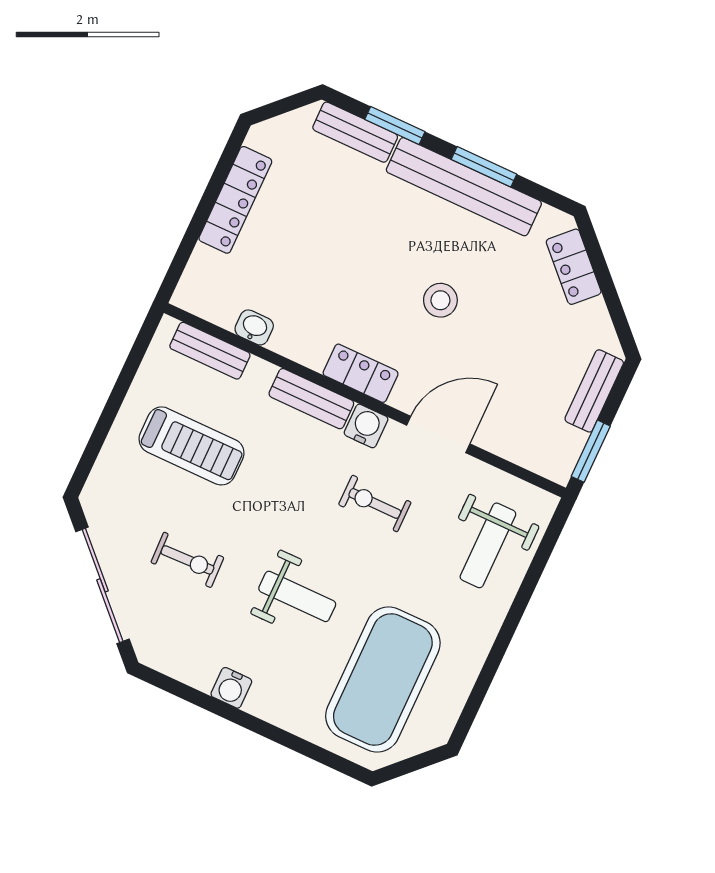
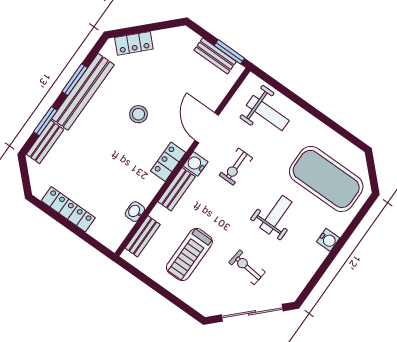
bench: (594, 391) -> (215, 56), moved
treadmill: (191, 446) -> (189, 255), turned 180
exercise bike: (187, 560) -> (247, 267), turned -82
water cooler: (231, 688) -> (328, 240), moved

